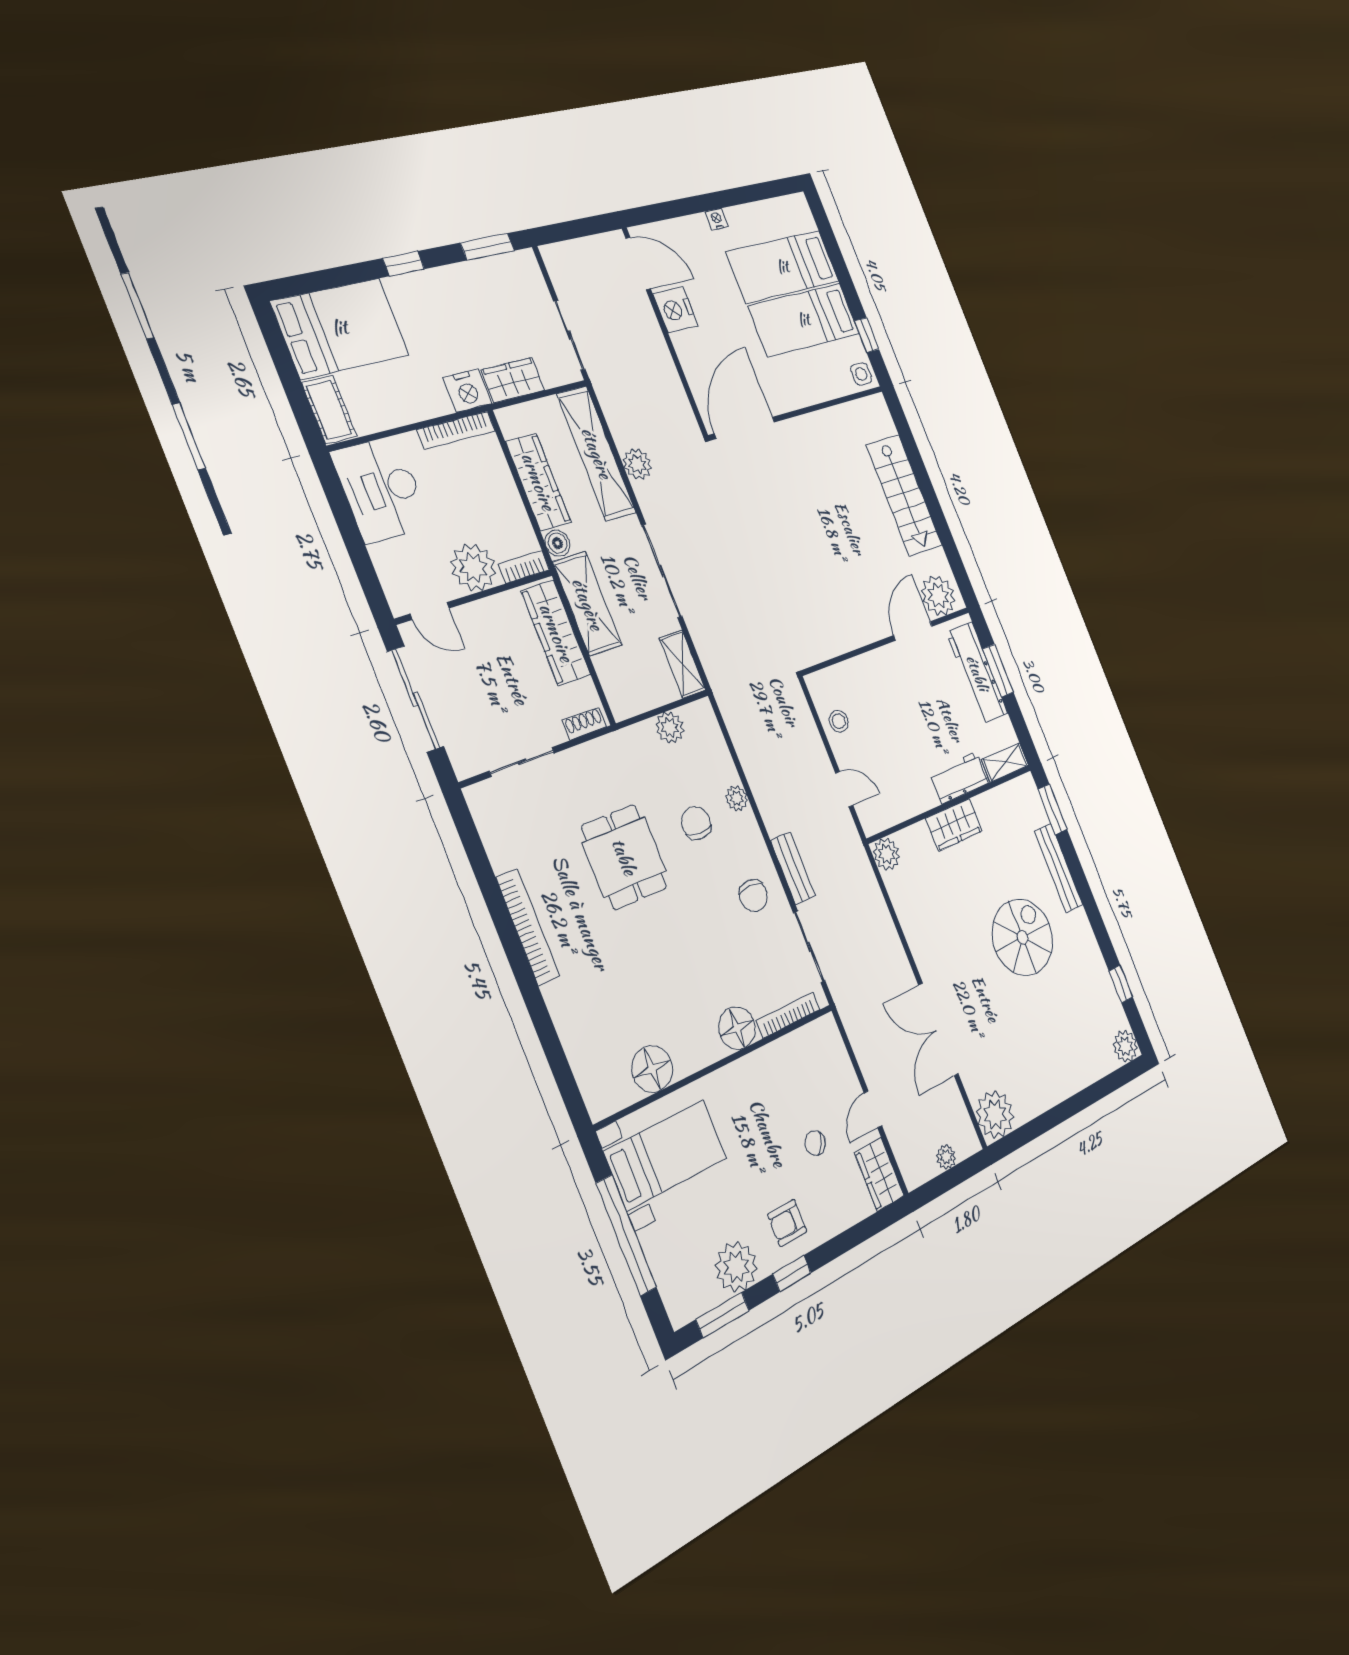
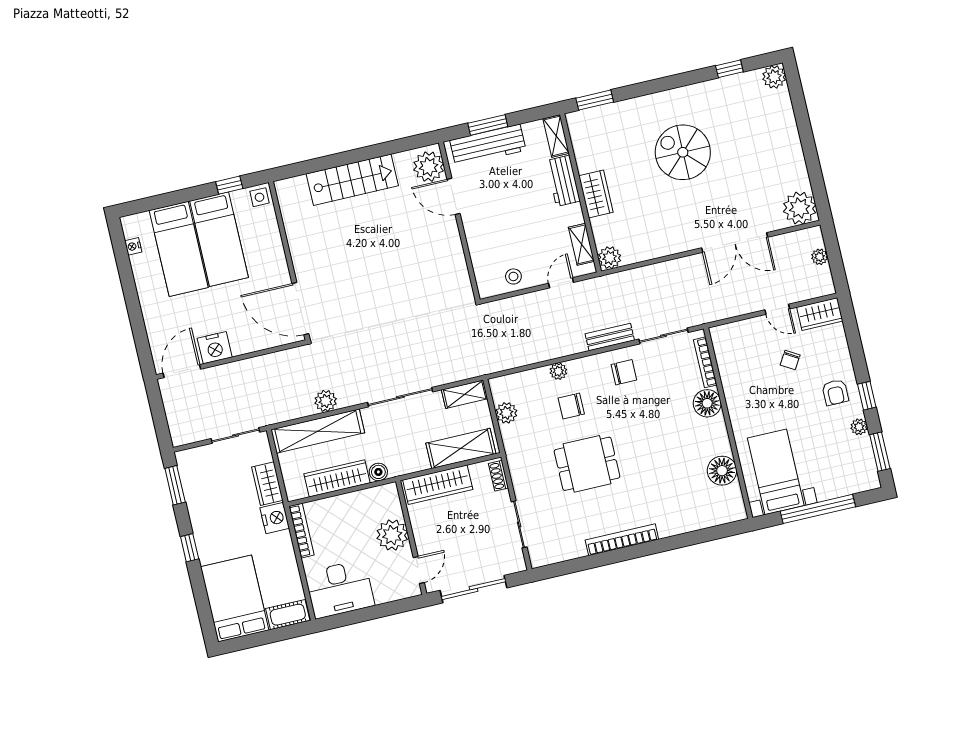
nightstand: (717, 219) -> (133, 246), moved
bookcase: (524, 567) -> (393, 499), removed
shelving: (587, 604) -> (461, 448), moved
shelving: (894, 812) -> (581, 244), added
bench: (1059, 868) -> (638, 106), removed
plant: (736, 1267) -> (859, 427), width x0.53, depth x0.53

